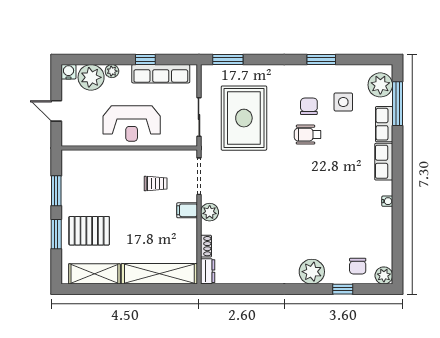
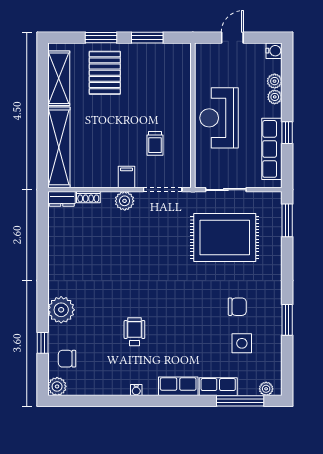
plant: (91, 77) -> (275, 81), width x0.53, depth x0.53
plant: (380, 85) -> (266, 389), width x0.53, depth x0.53
wheelchair: (308, 135) -> (134, 332), moved

